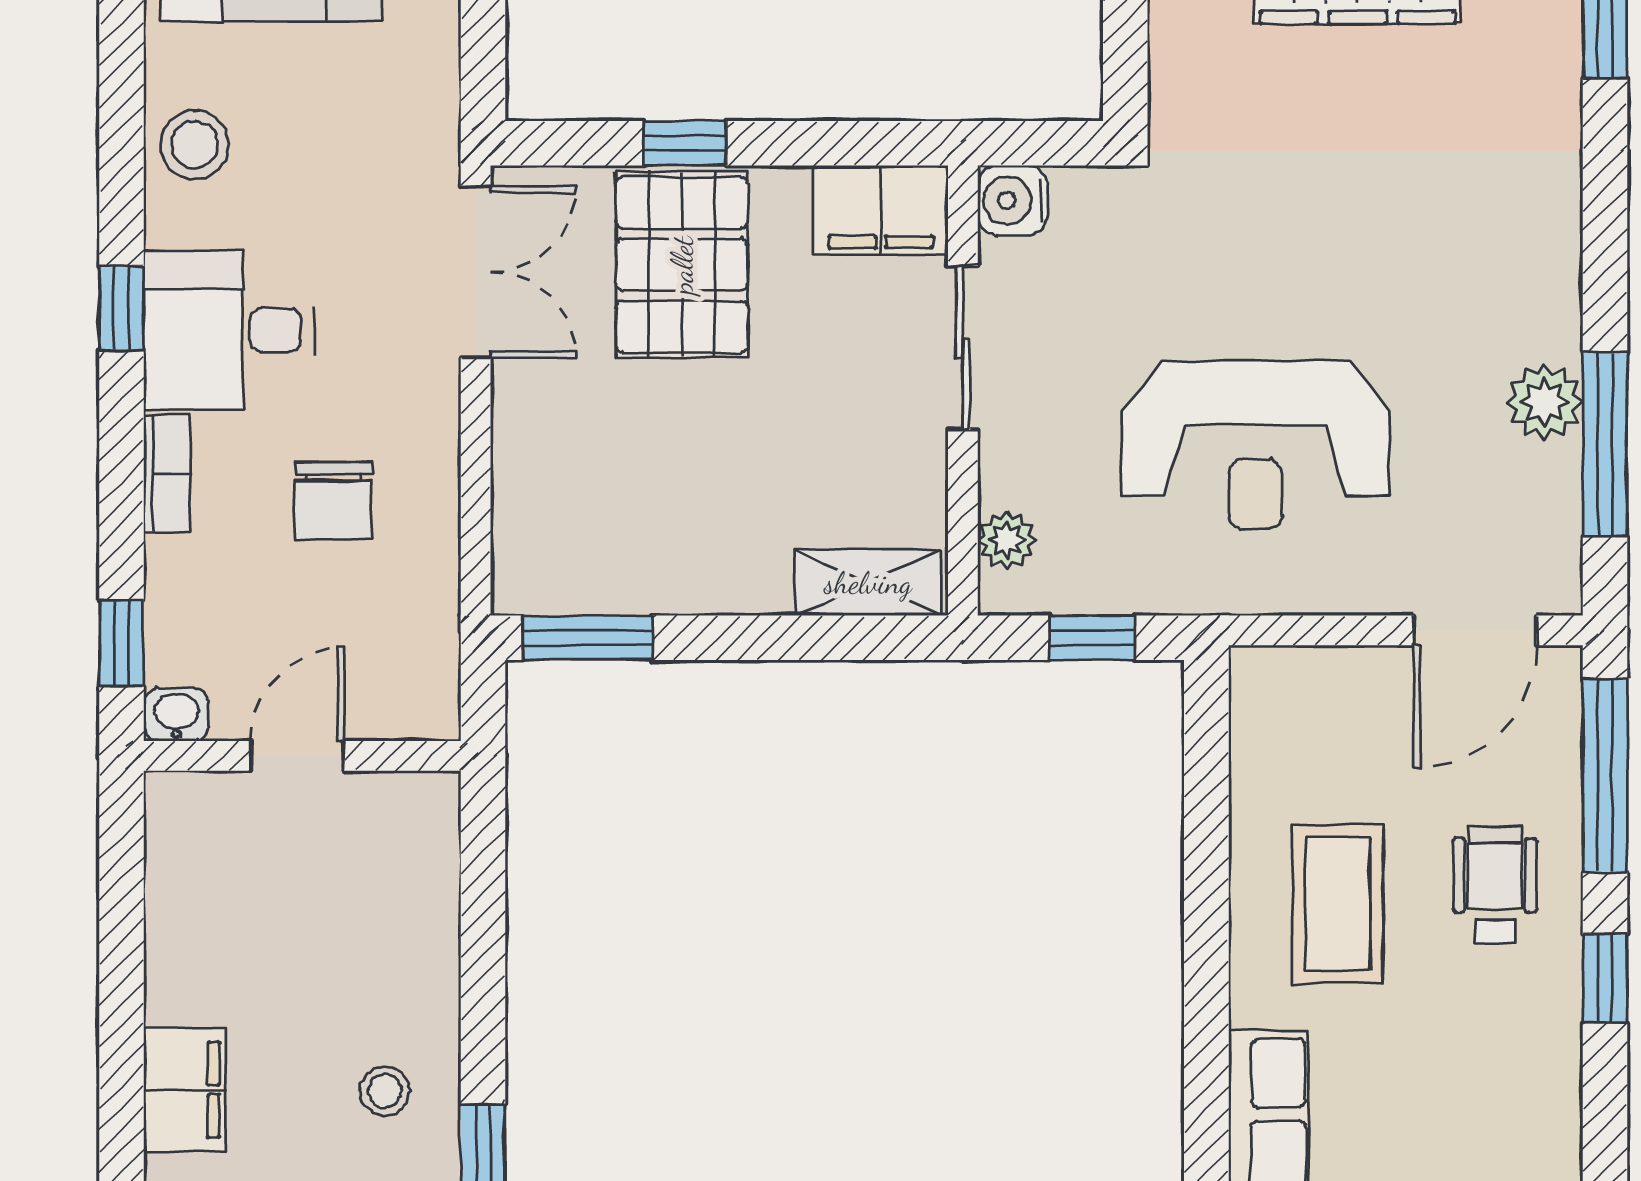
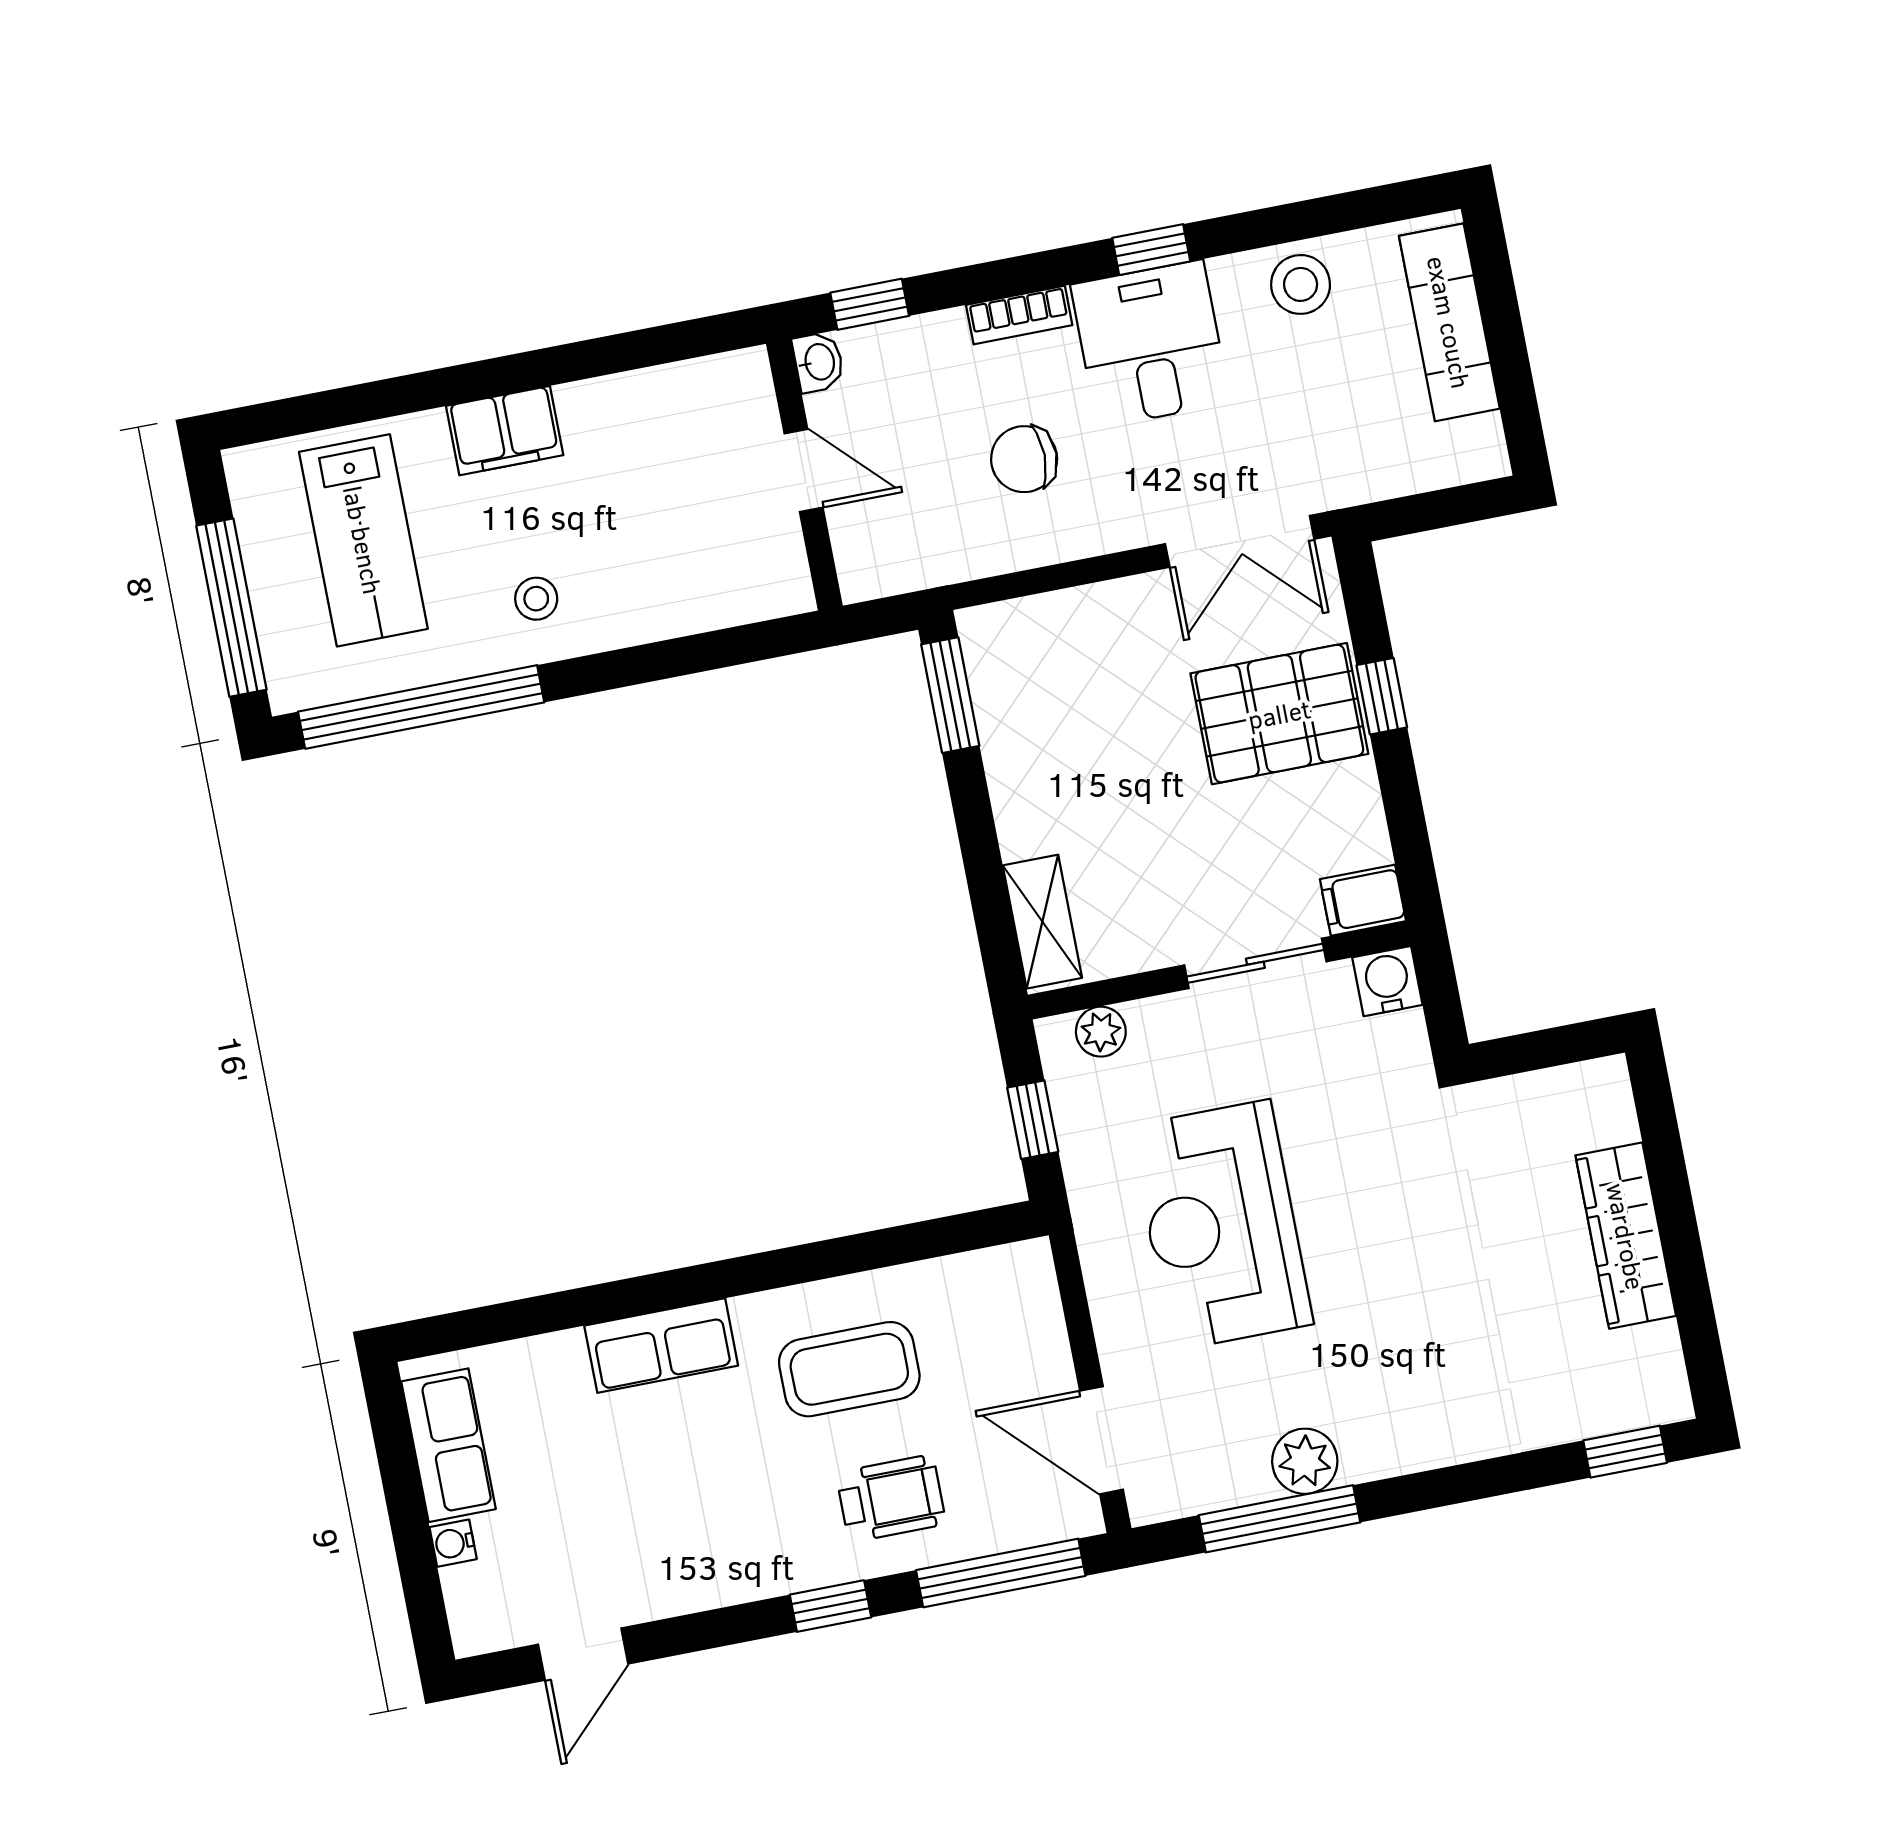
filing cabinet: (881, 210) -> (1363, 900), width x0.50

